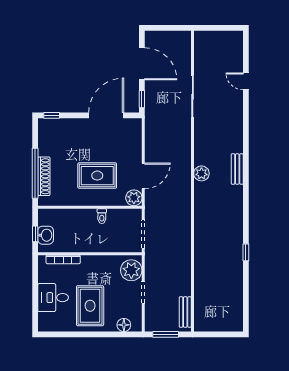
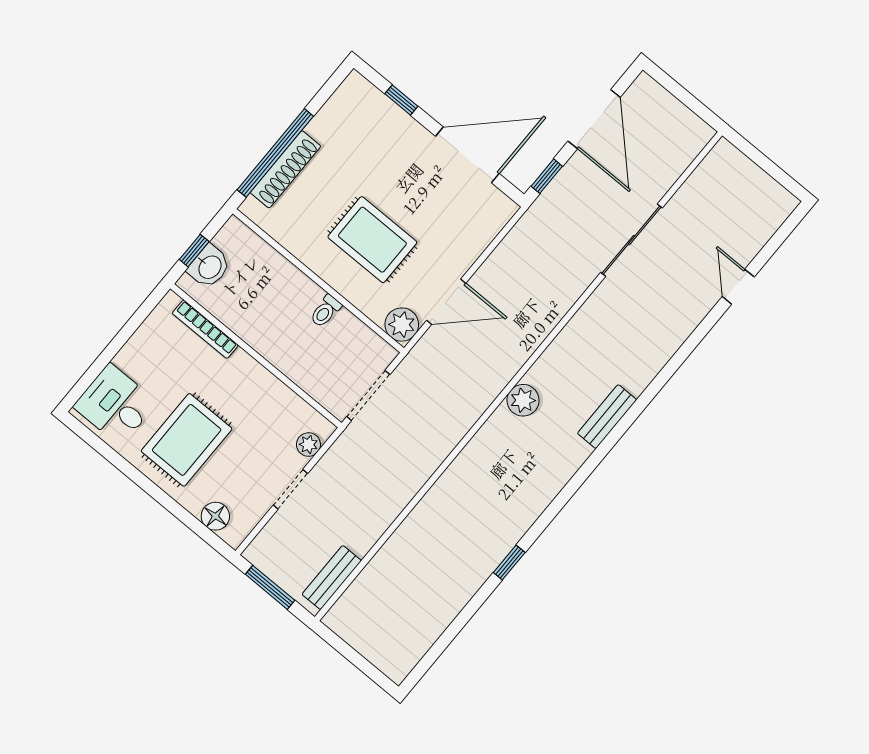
window: (52, 115) -> (401, 100), moved
plant: (201, 173) -> (523, 400), moved
plant: (131, 270) -> (308, 445), width x0.53, depth x0.53
desk: (53, 298) -> (115, 405), moved

